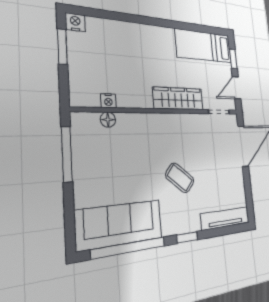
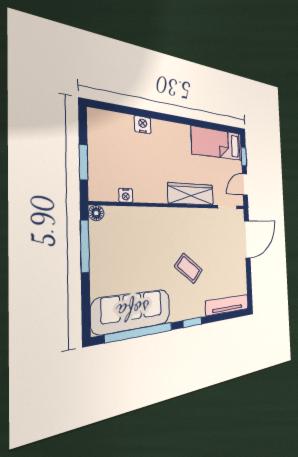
nightstand: (75, 22) -> (143, 125), moved
window: (62, 47) -> (83, 162), moved
floor lamp: (108, 120) -> (96, 213), moved

